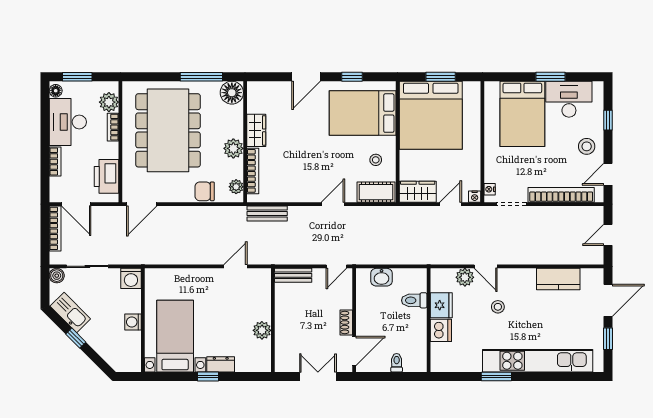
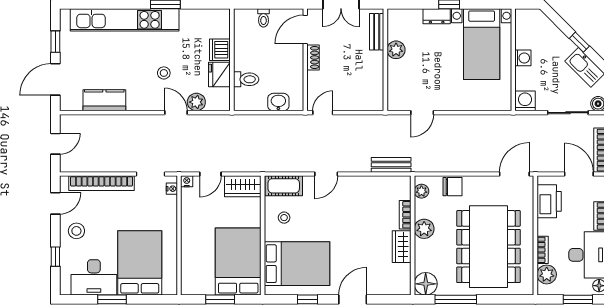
bed: (431, 115) -> (238, 261), width x0.73
bookcase: (253, 171) -> (405, 215), width x0.64
bench: (293, 275) -> (377, 32), moved, turned 90

